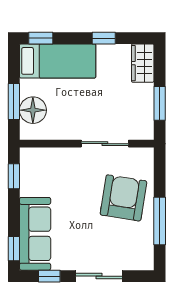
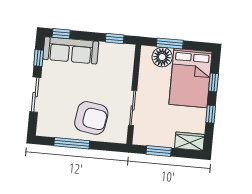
window: (41, 38) -> (214, 82), moved
bed: (58, 61) -> (190, 78), width x1.50

